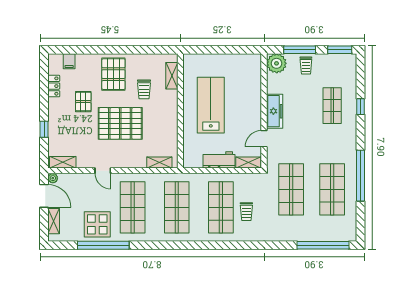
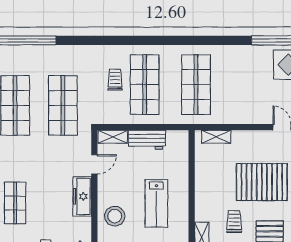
stool: (247, 94) -> (115, 216), added
lab bench: (211, 105) -> (156, 203), width x0.73, depth x0.72
shop shelf: (133, 207) -> (247, 85), removed

